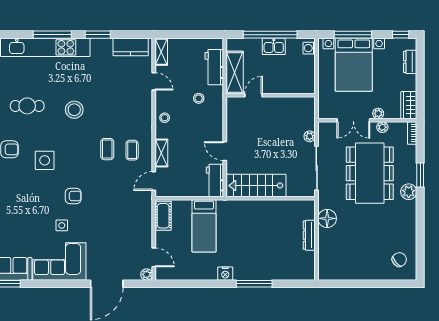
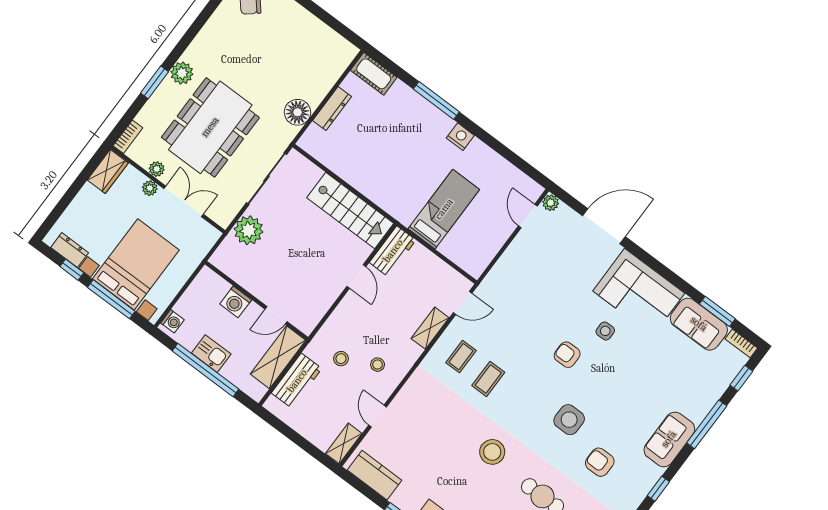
window: (401, 35) -> (72, 270), moved
dresser: (410, 62) -> (70, 250), moved, turned -90
washing machine: (282, 86) -> (236, 302), added
stool: (165, 118) -> (378, 365), moved
plant: (310, 136) -> (249, 230), width x1.88, depth x1.88
cot: (163, 216) -> (374, 74), moved, turned 90

